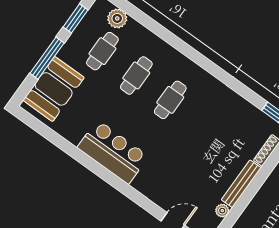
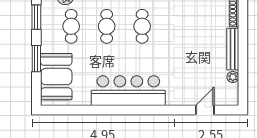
window: (47, 58) -> (36, 59), width x0.69
bar counter: (113, 152) -> (128, 91), width x1.36

